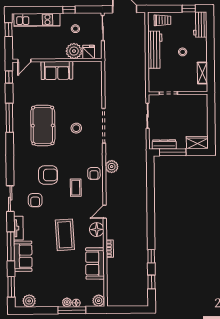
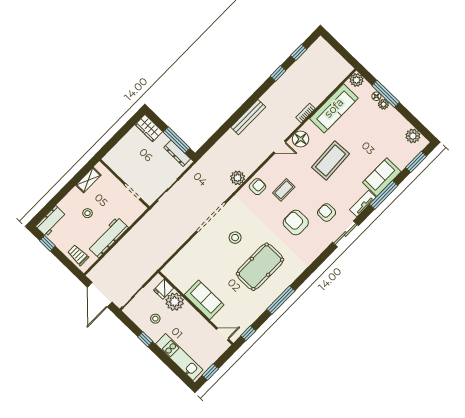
armchair: (35, 200) -> (327, 213), turned -90
bench: (143, 211) -> (248, 117), added
sofa: (95, 263) -> (334, 108), width x1.36

